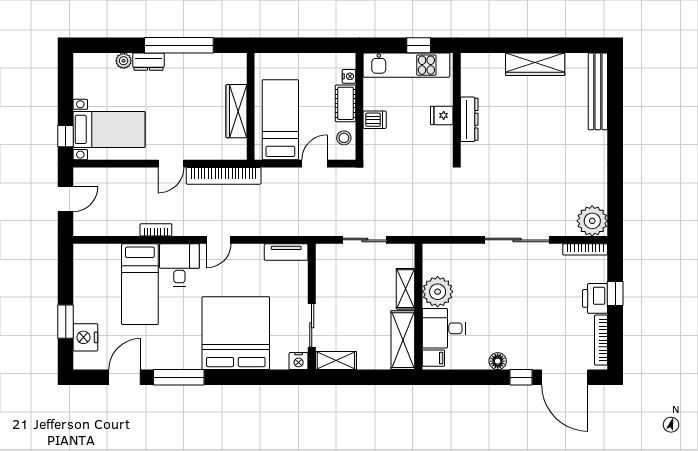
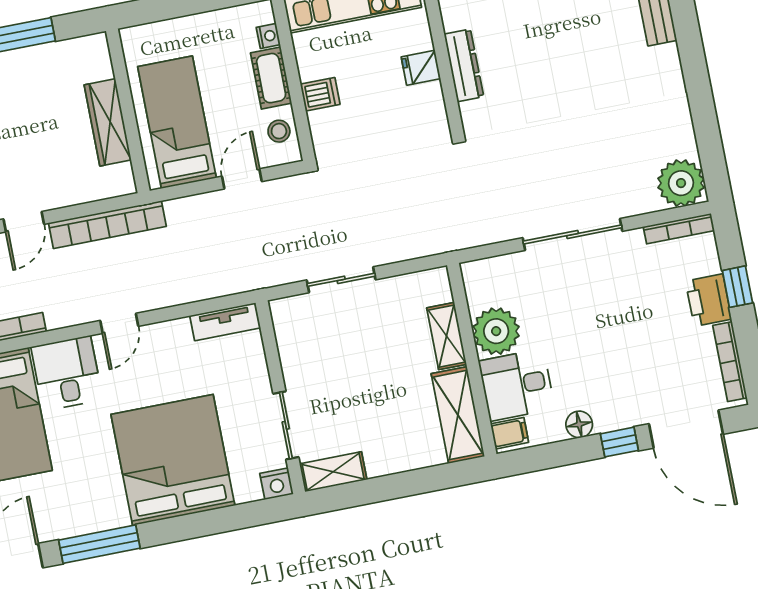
shelving: (406, 289) -> (447, 336), moved
plant: (438, 292) -> (496, 331), moved
wall: (419, 307) -> (472, 360), moved
desk: (444, 328) -> (517, 385), moved
shelving: (403, 340) -> (458, 415), moved
filing cabinet: (433, 358) -> (510, 433), moved

